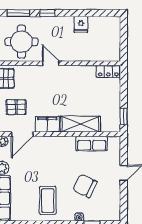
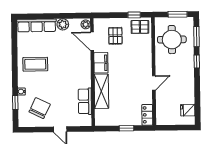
fridge: (81, 24) -> (188, 110), moved
door: (51, 63) -> (154, 83), moved
window: (124, 116) -> (127, 128), moved
chair: (85, 186) -> (40, 108), moved

